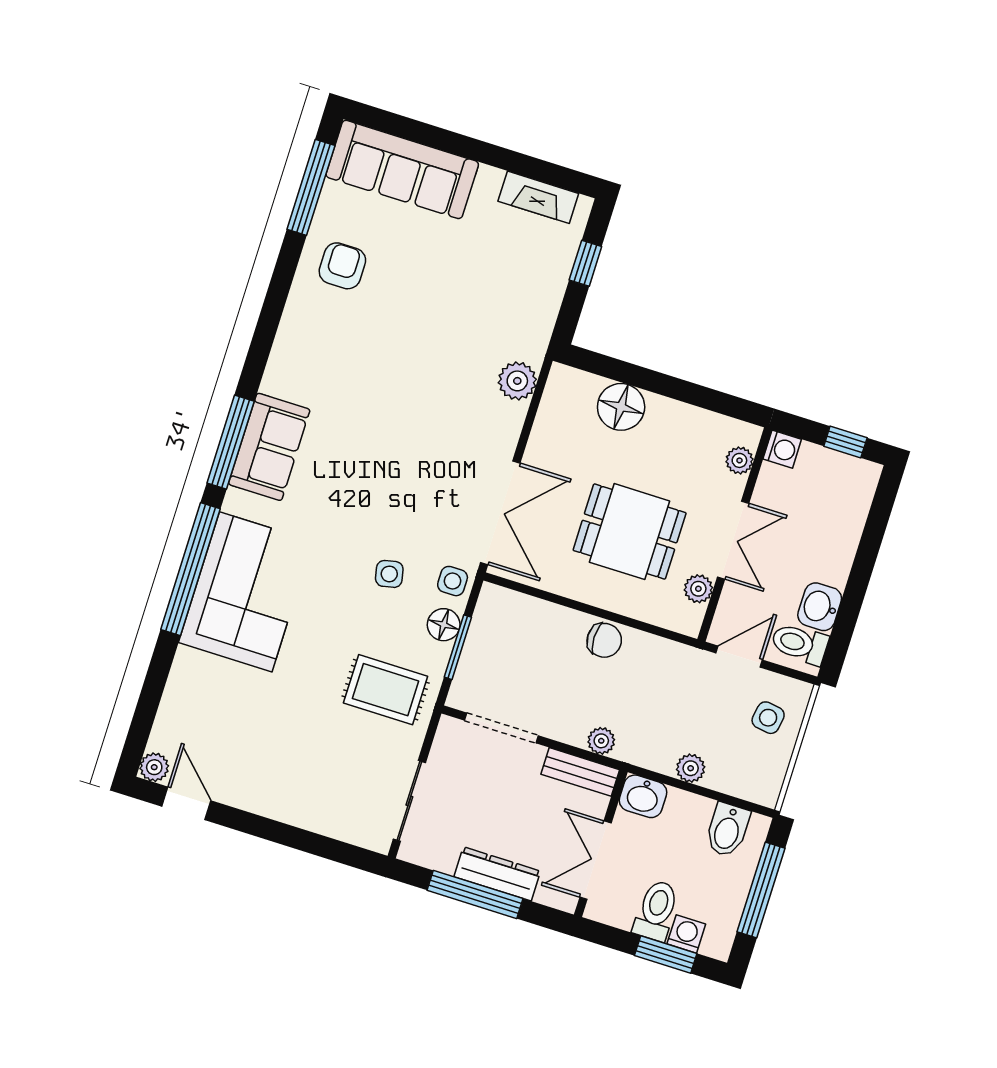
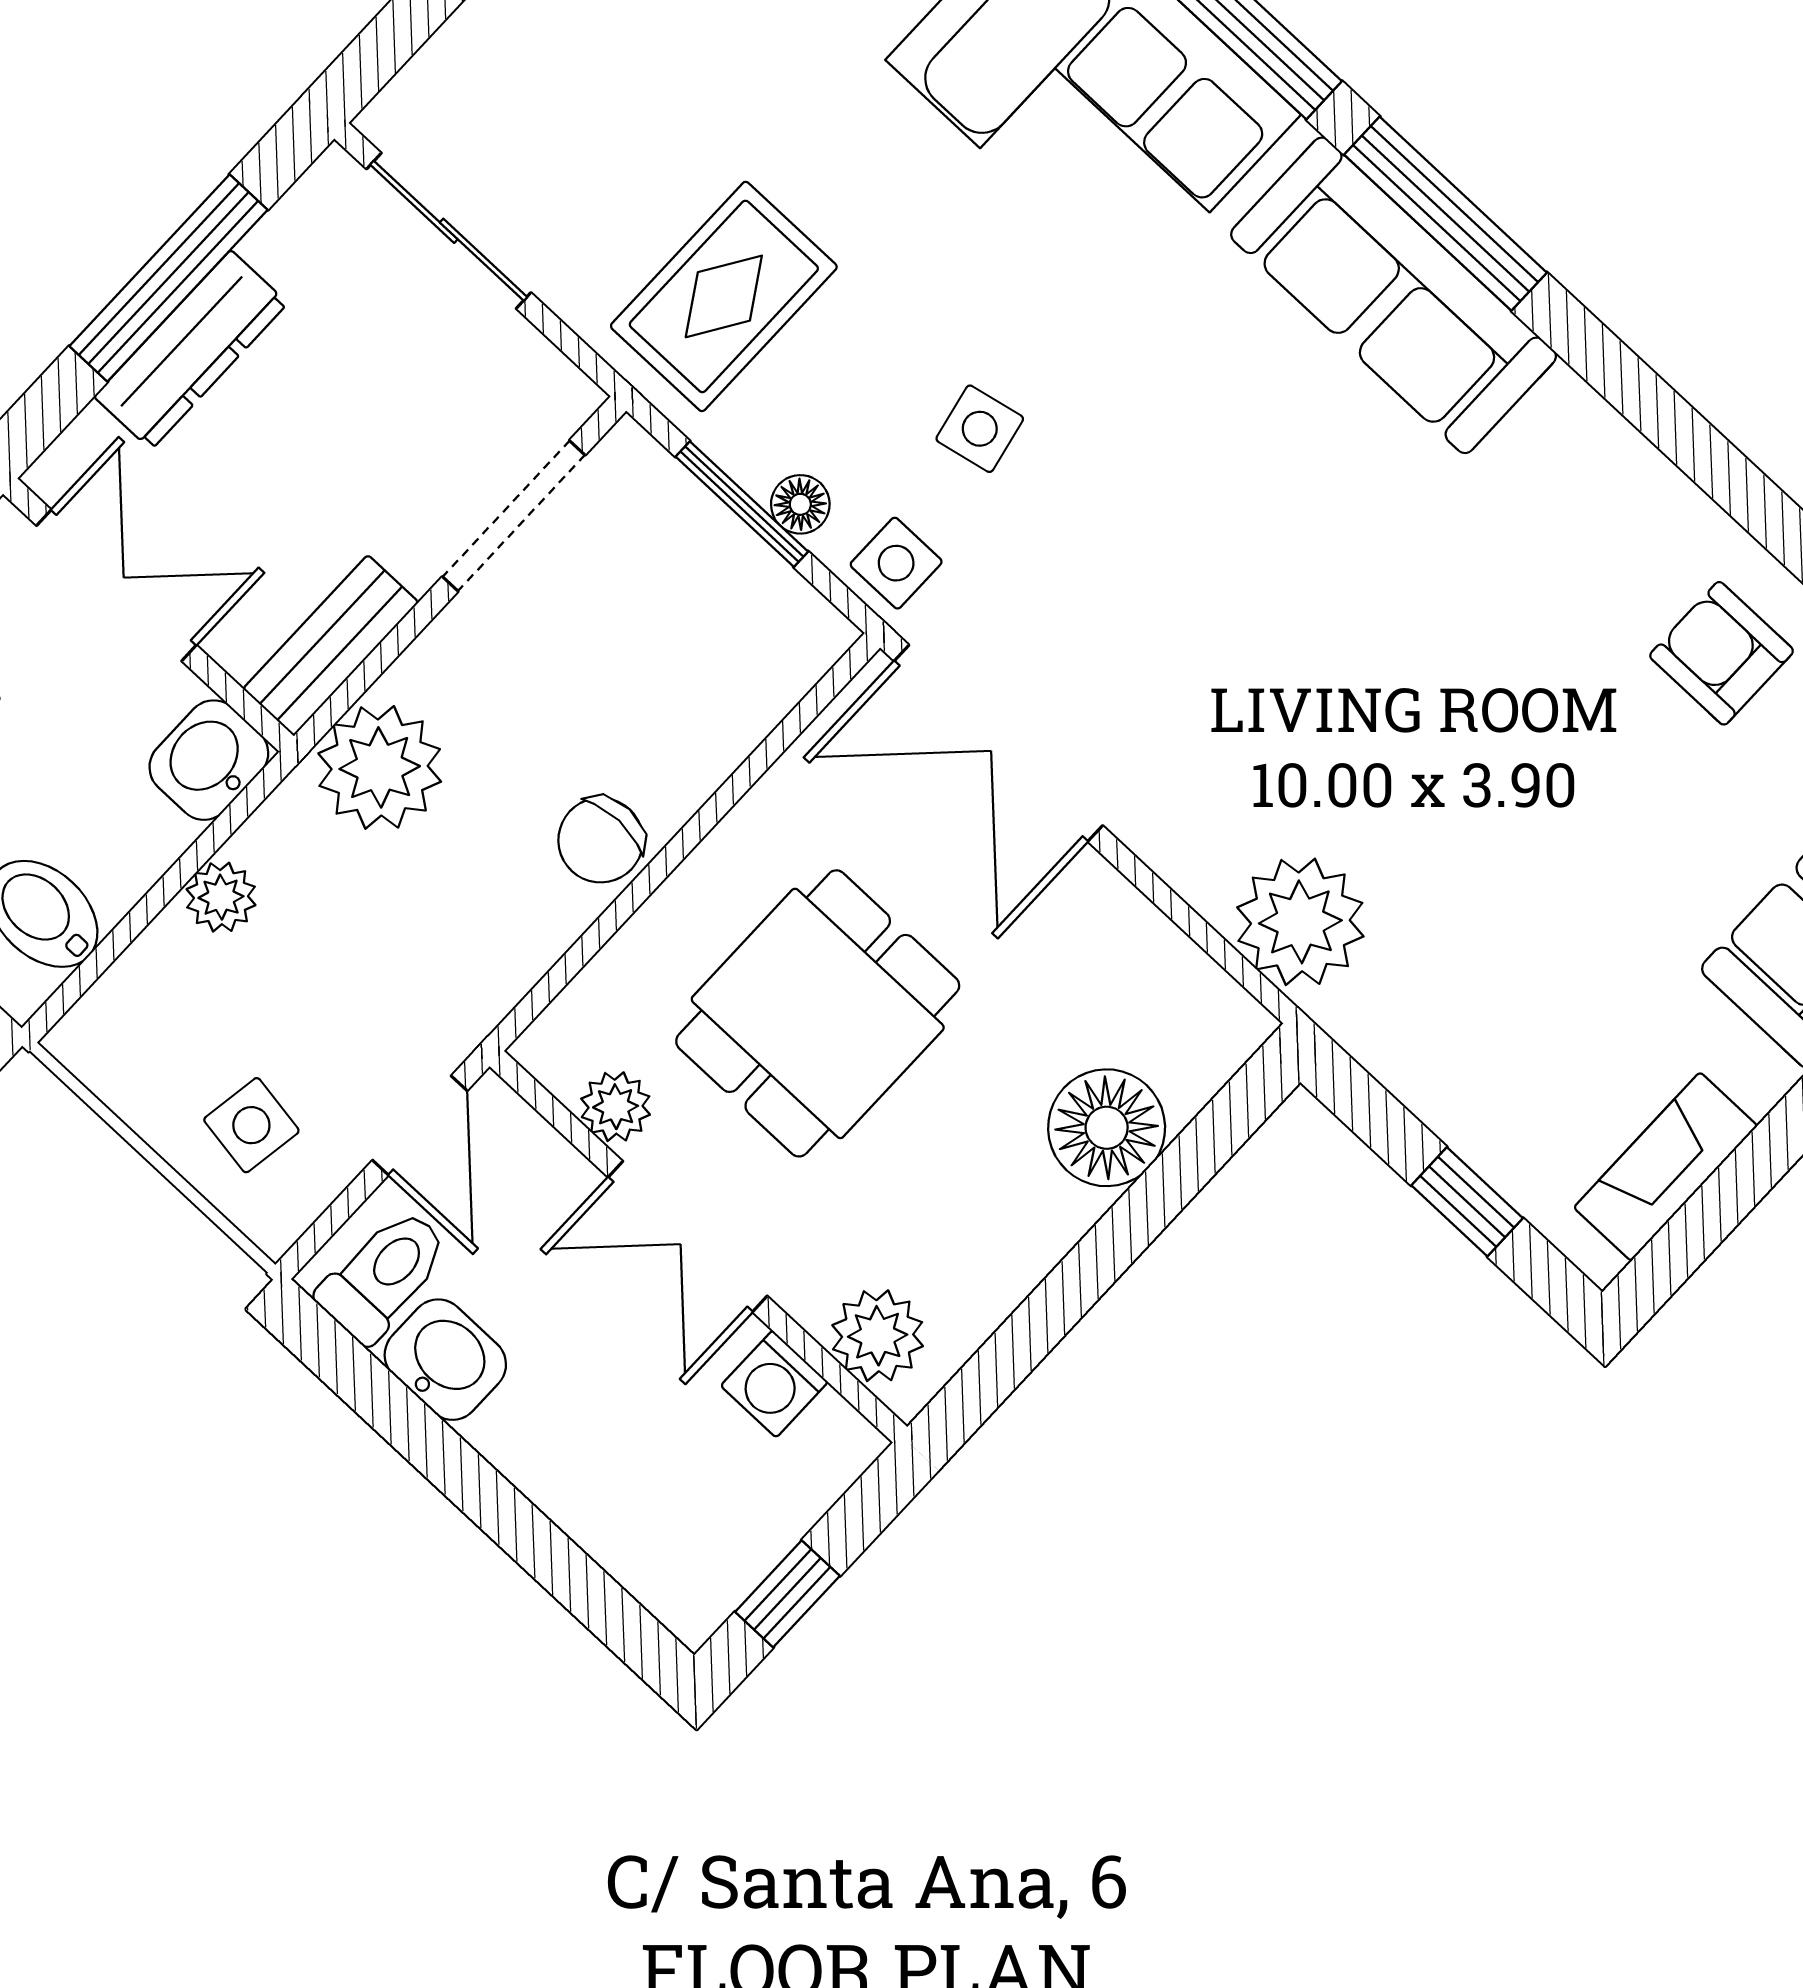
armchair: (342, 266) -> (1722, 653), turned 180
plant: (517, 381) -> (1300, 922), width x1.36, depth x1.36
sofa: (269, 447) -> (1394, 295), width x1.36
washing machine: (782, 449) -> (774, 1384), moved
plant: (739, 460) -> (878, 1336), width x1.38, depth x1.38
floor lamp: (444, 625) -> (800, 504), width x0.73, depth x0.73
plant: (601, 741) -> (380, 767), width x1.87, depth x1.87

